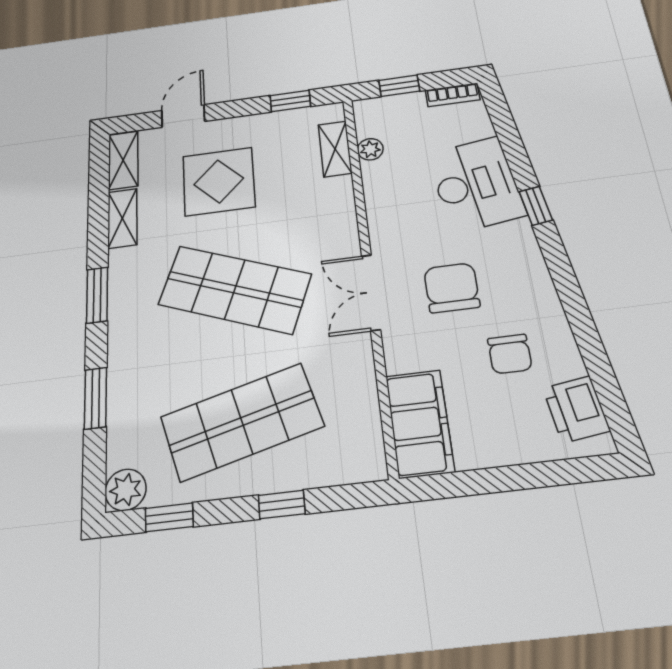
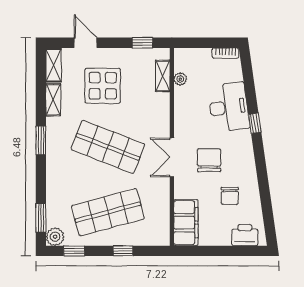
window: (399, 86) -> (199, 43), removed
door: (183, 116) -> (86, 43), hinge flipped
window: (95, 398) -> (41, 218), moved
printer: (576, 409) -> (245, 235), moved, turned 98

